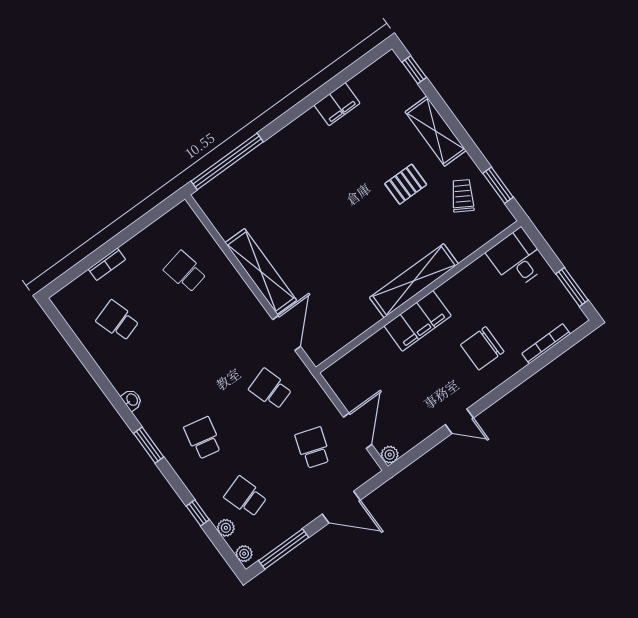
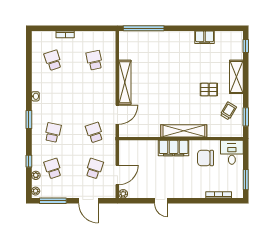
chair: (482, 348) -> (205, 158), moved

